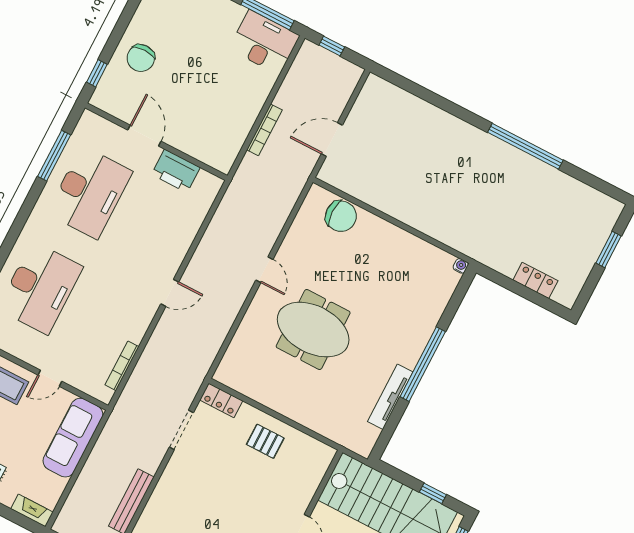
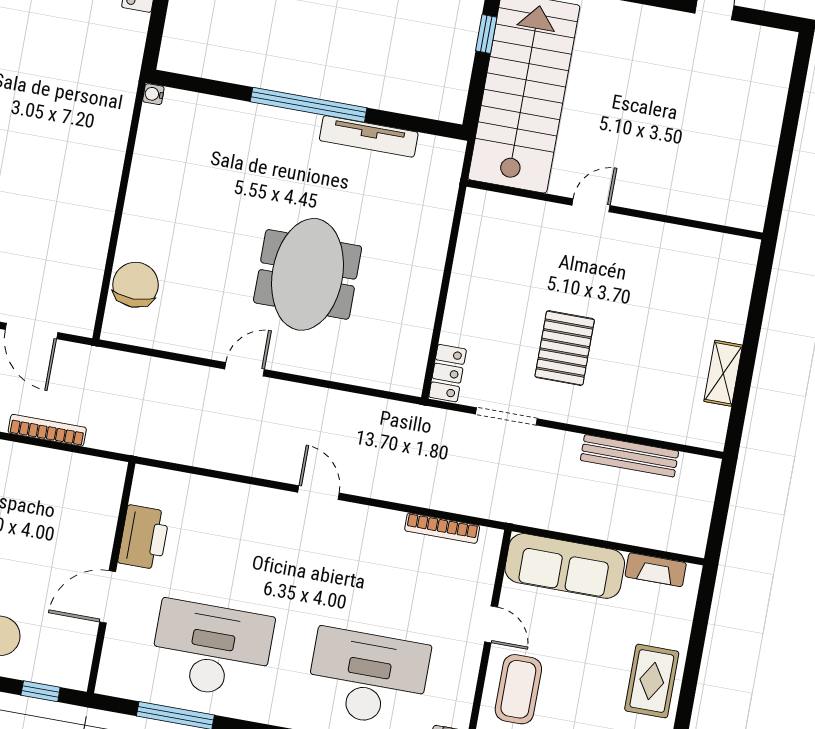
pallet: (265, 441) -> (565, 348), moved, width x1.50, depth x1.42
fireplace: (32, 510) -> (656, 570), moved, turned -90

